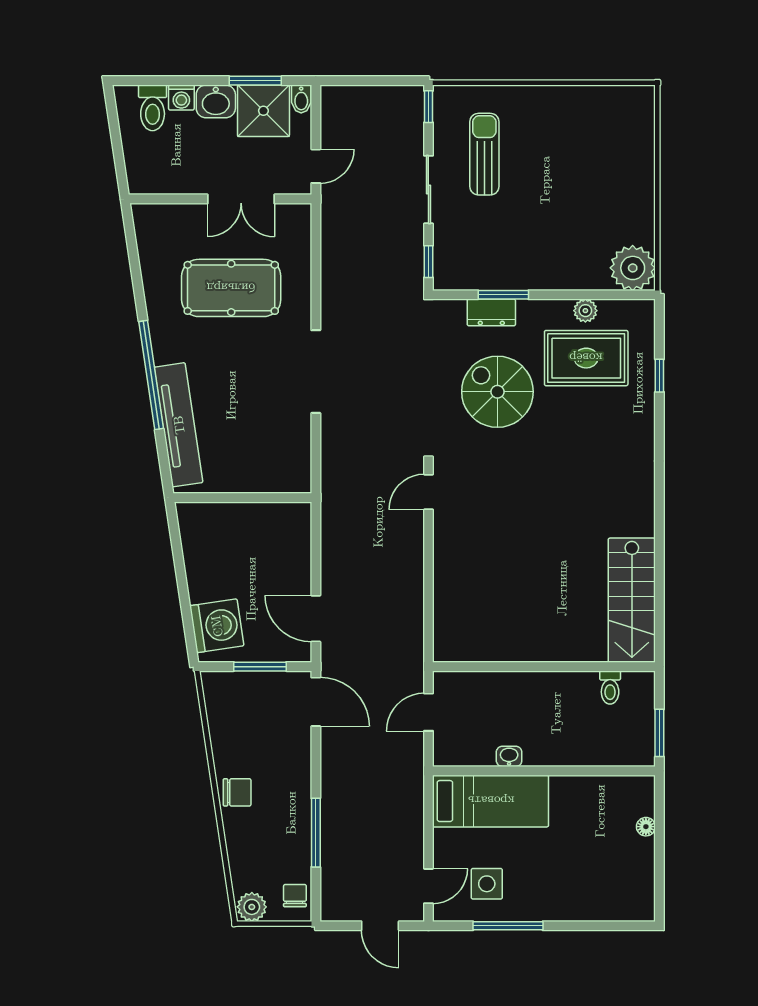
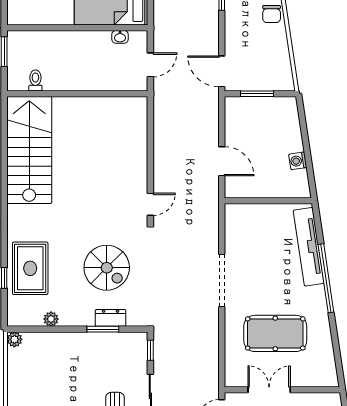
plant: (633, 268) -> (14, 339), width x0.53, depth x0.53
rug: (586, 358) -> (30, 268), moved, turned 90
stairs: (632, 600) -> (29, 150), width x1.36, depth x1.51
door: (316, 619) -> (222, 161), moved
washing machine: (217, 626) -> (298, 161), moved, width x0.53, depth x0.53
washbasin: (509, 756) -> (120, 37), moved
chair: (237, 792) -> (272, 14), turned -90

